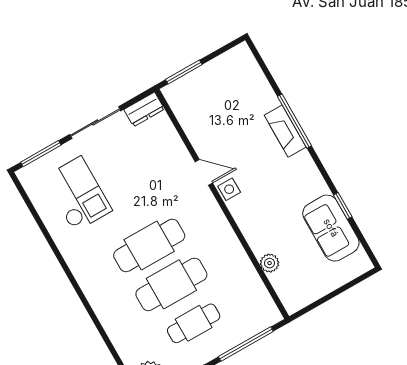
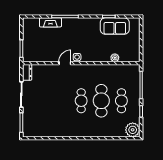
fireplace: (285, 131) -> (50, 22), moved
checkout: (78, 194) -> (45, 117), removed
cafe table: (149, 245) -> (81, 101), width x0.73, depth x0.74

